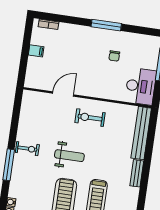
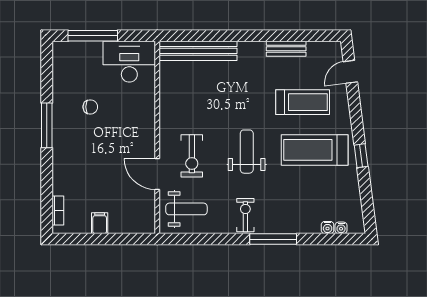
weight bench: (37, 110) -> (186, 209), added
exercise bike: (90, 118) -> (192, 156), moved
bench: (137, 173) -> (286, 49), moved

